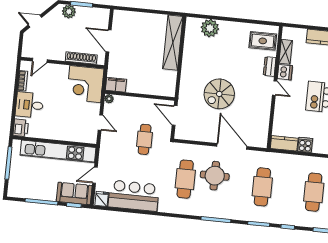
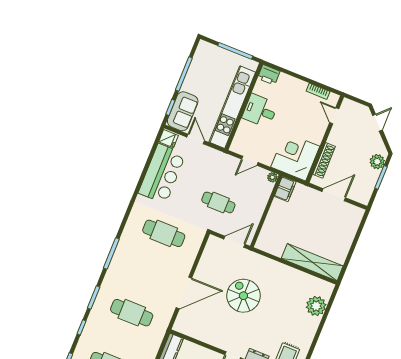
desk: (29, 105) -> (260, 111), moved, turned -90
round table: (215, 176) -> (158, 266), removed

